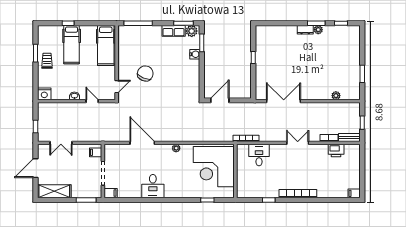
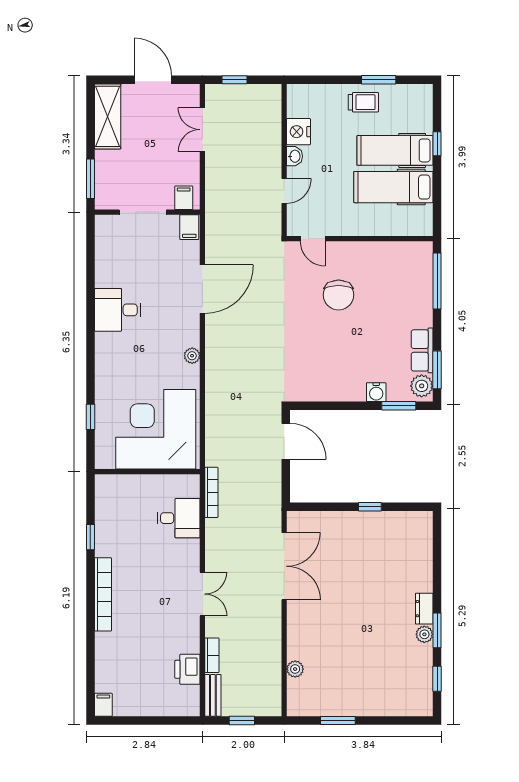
hospital bed: (106, 45) -> (393, 187), moved
chair: (145, 73) -> (339, 295), turned 67
nightstand: (44, 94) -> (298, 132), moved
filing cabinet: (111, 193) -> (189, 227), moved

